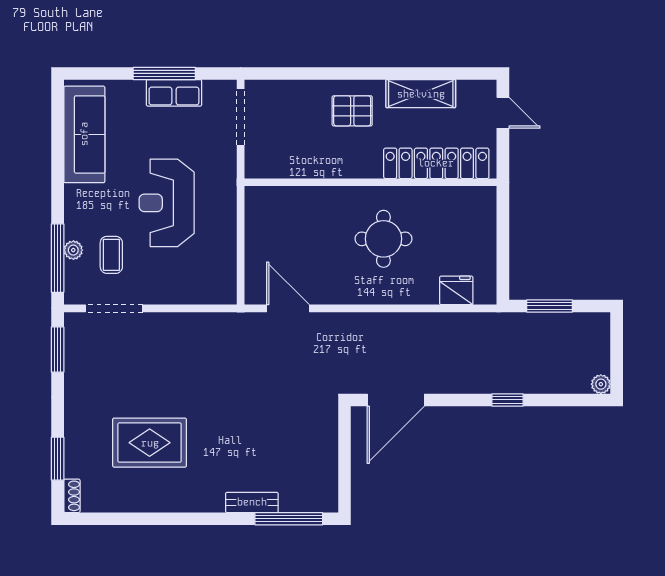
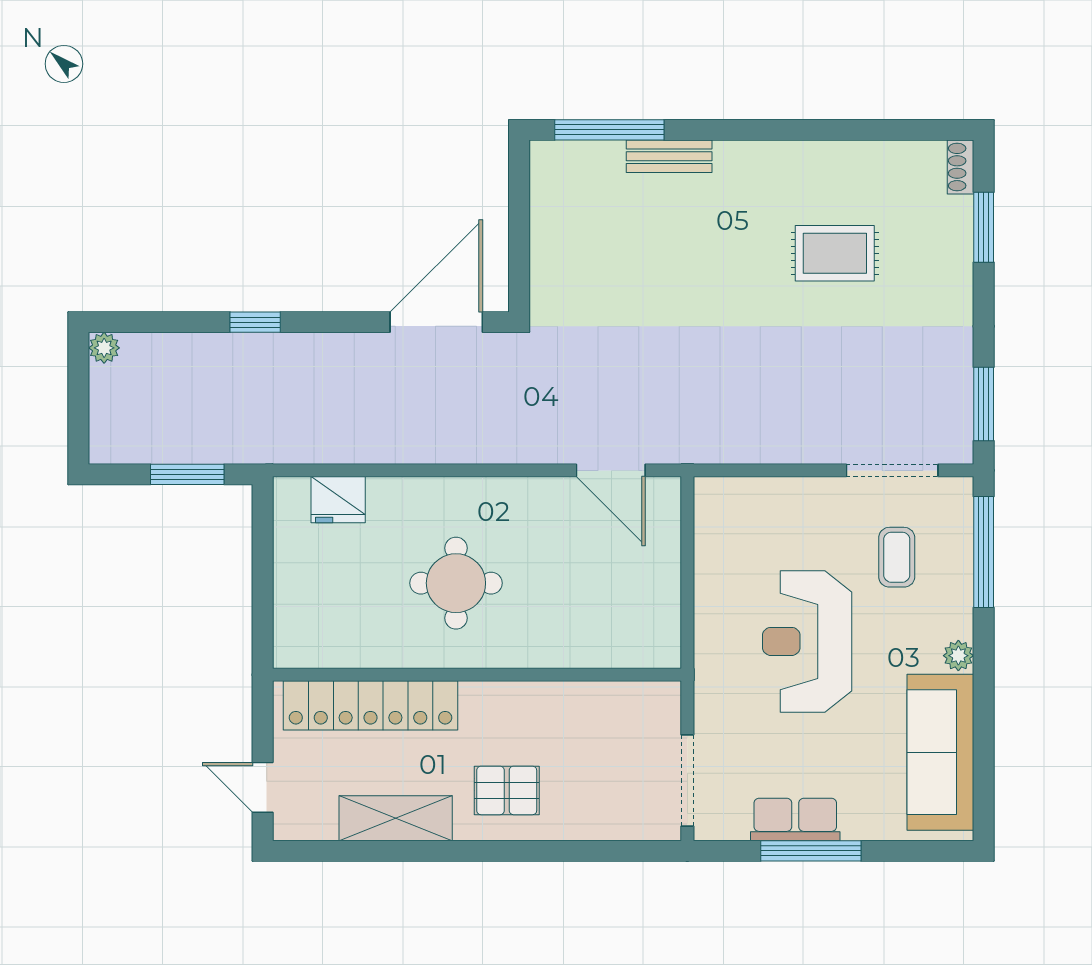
reception desk: (167, 203) -> (807, 641), turned 180
plant: (73, 250) -> (958, 656), moved
rug: (150, 443) -> (835, 253), width x0.73, depth x0.70

